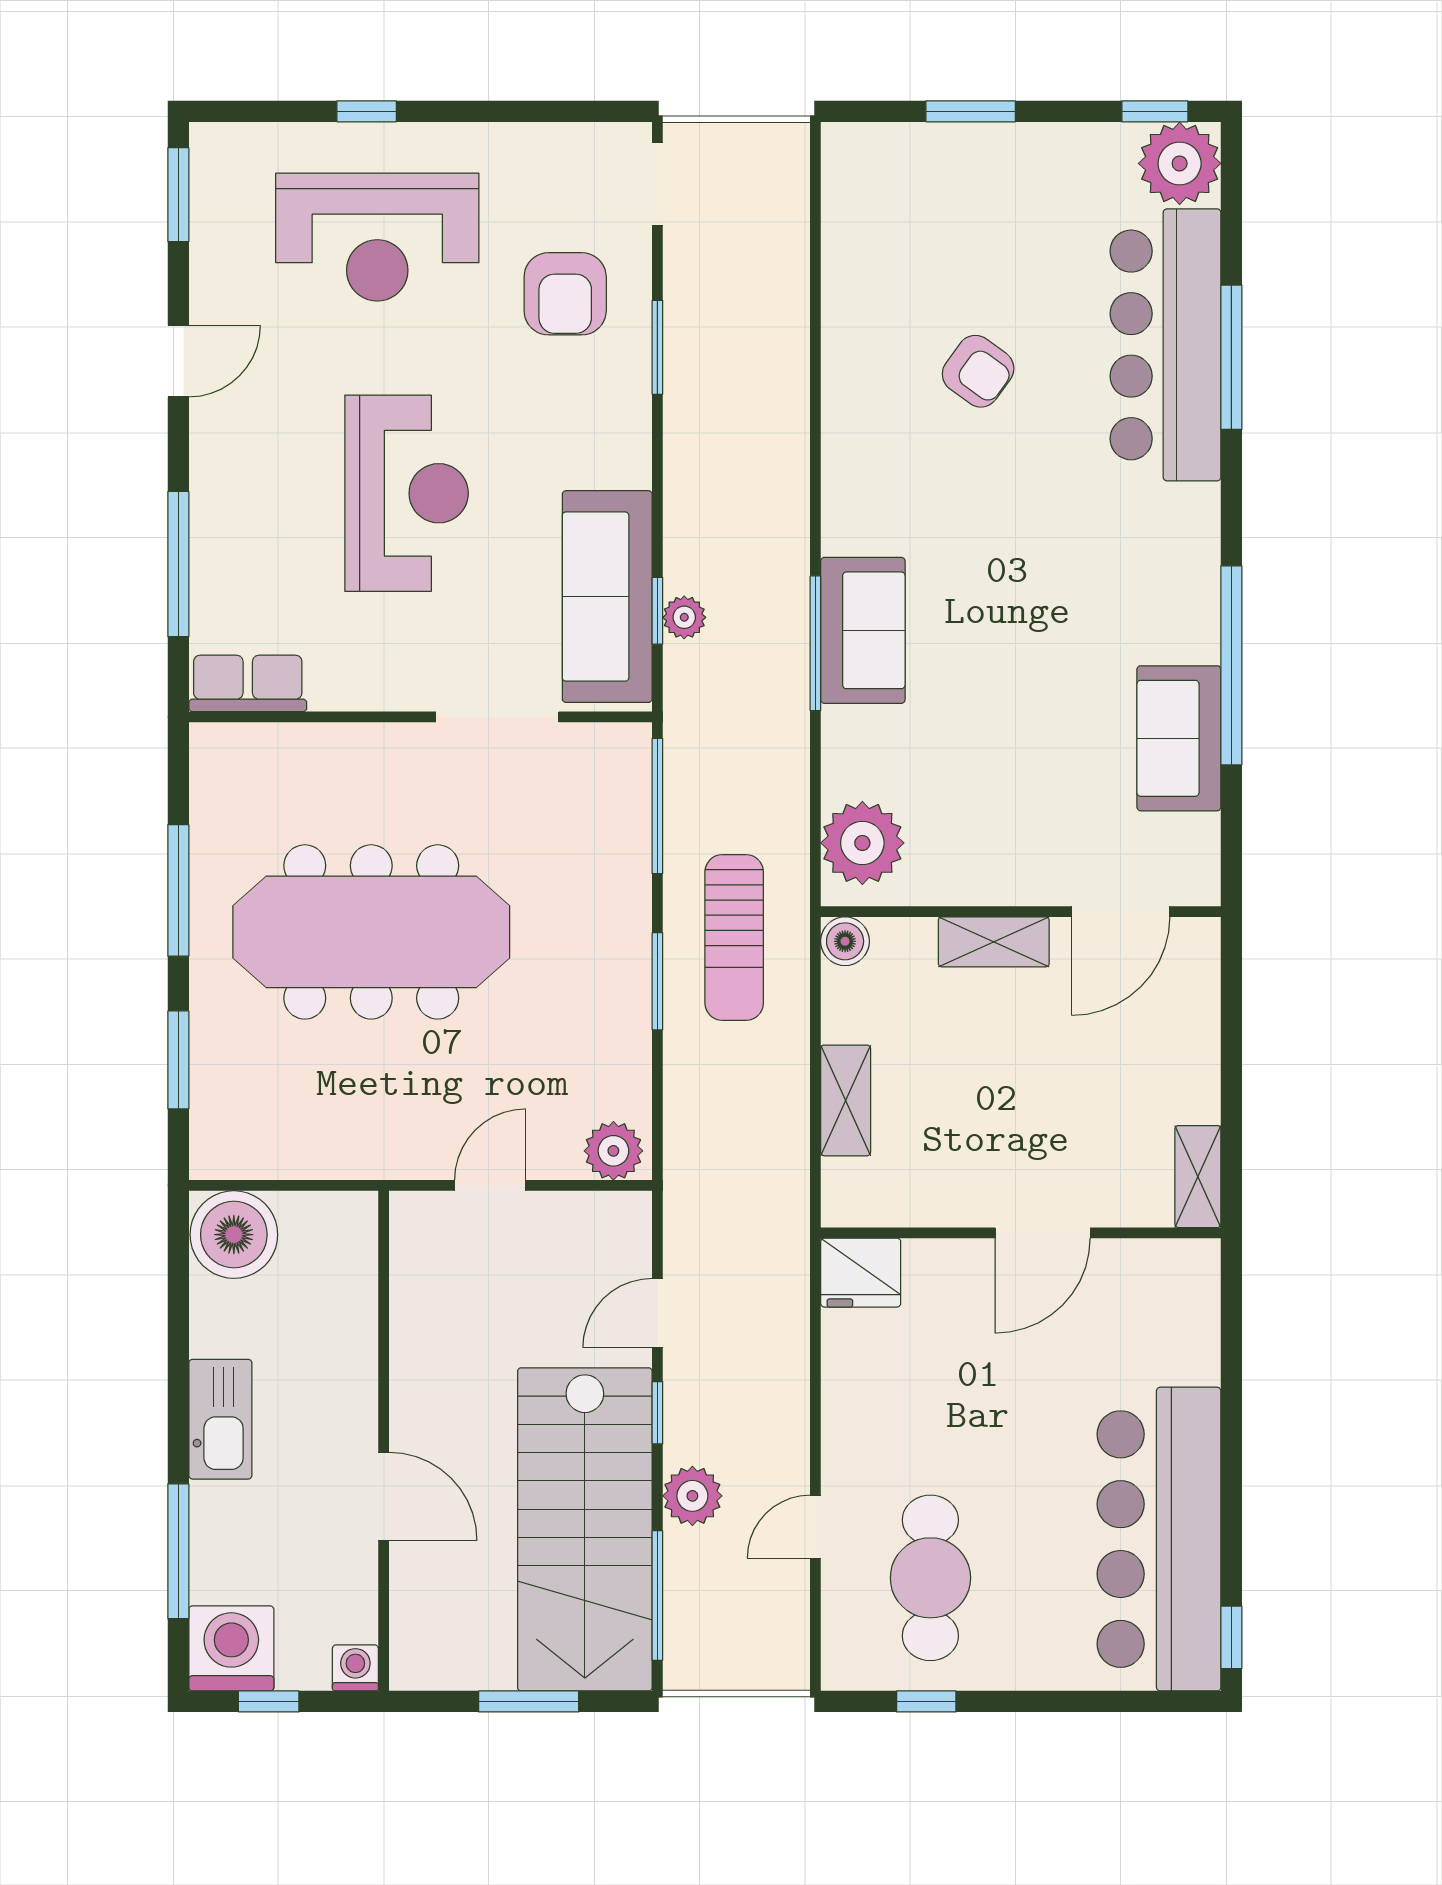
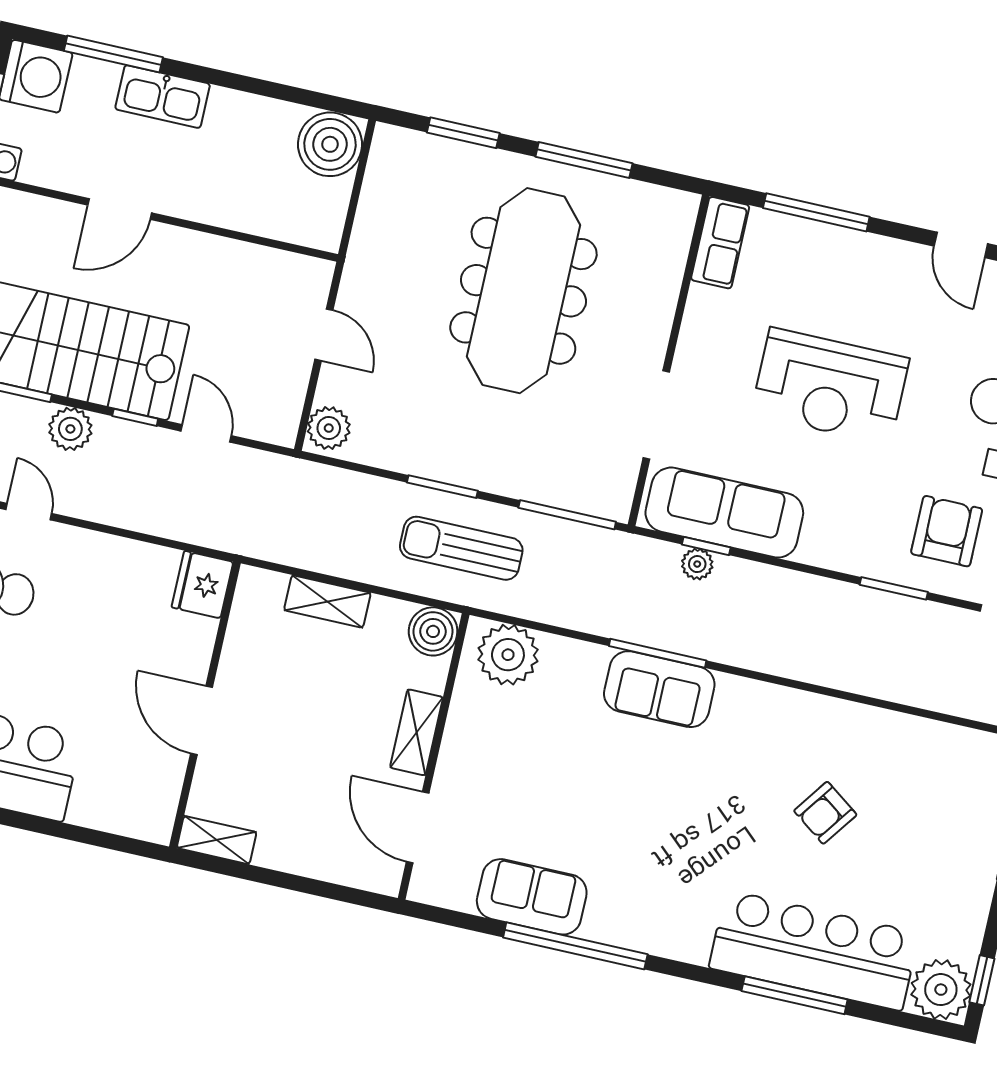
armchair: (565, 294) -> (947, 531), turned 90
boiler: (845, 941) -> (433, 631), width x1.36, depth x1.36
kitchen sink: (220, 1419) -> (163, 97), moved

